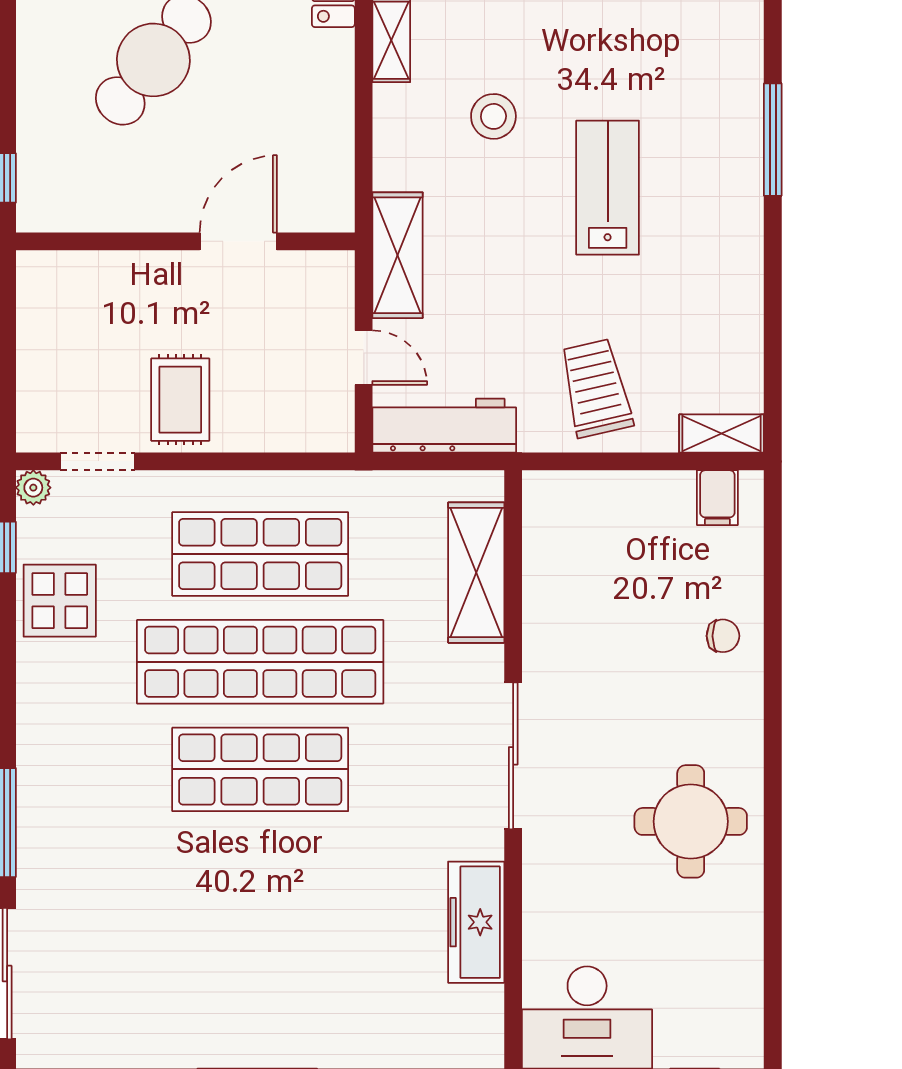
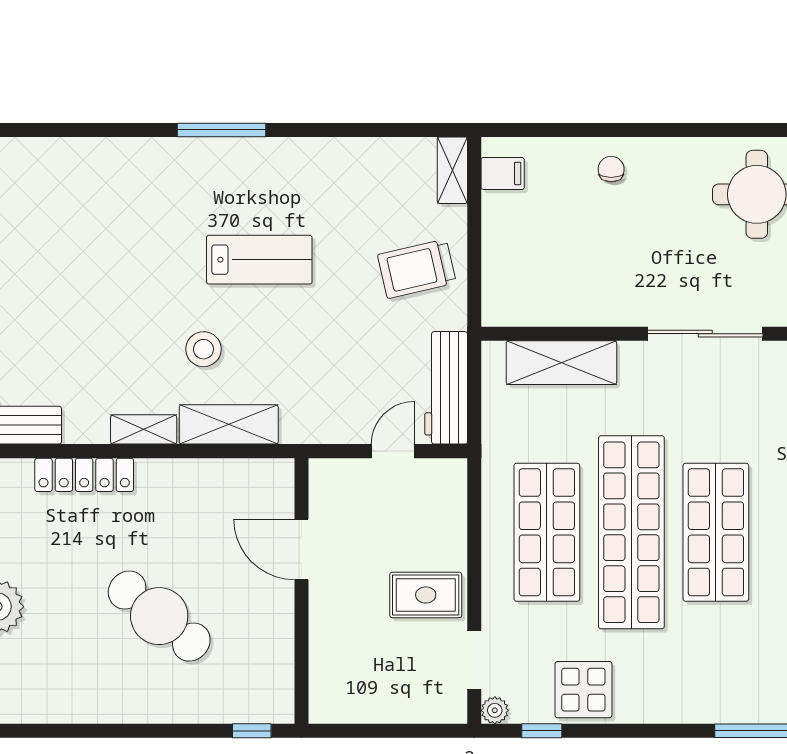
lab bench: (608, 188) -> (259, 260), turned 180
shelving: (398, 255) -> (229, 424), moved

